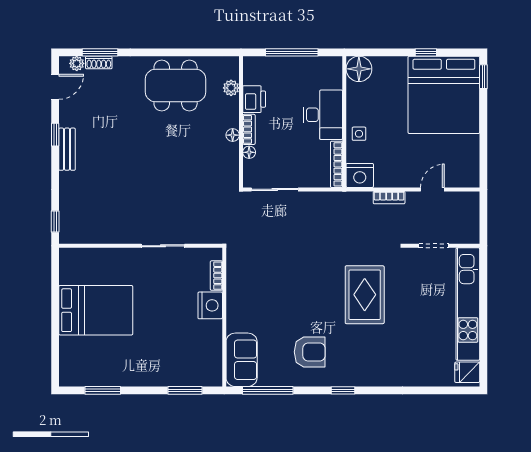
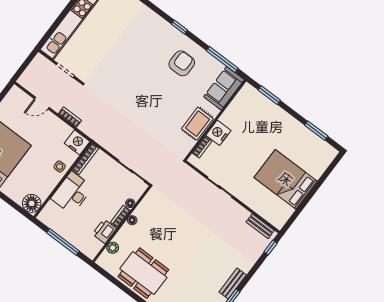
bench: (85, 236) -> (260, 226), added
rug: (365, 295) -> (197, 124), moved, width x0.73, depth x0.70
armchair: (310, 352) -> (182, 63), turned 90

